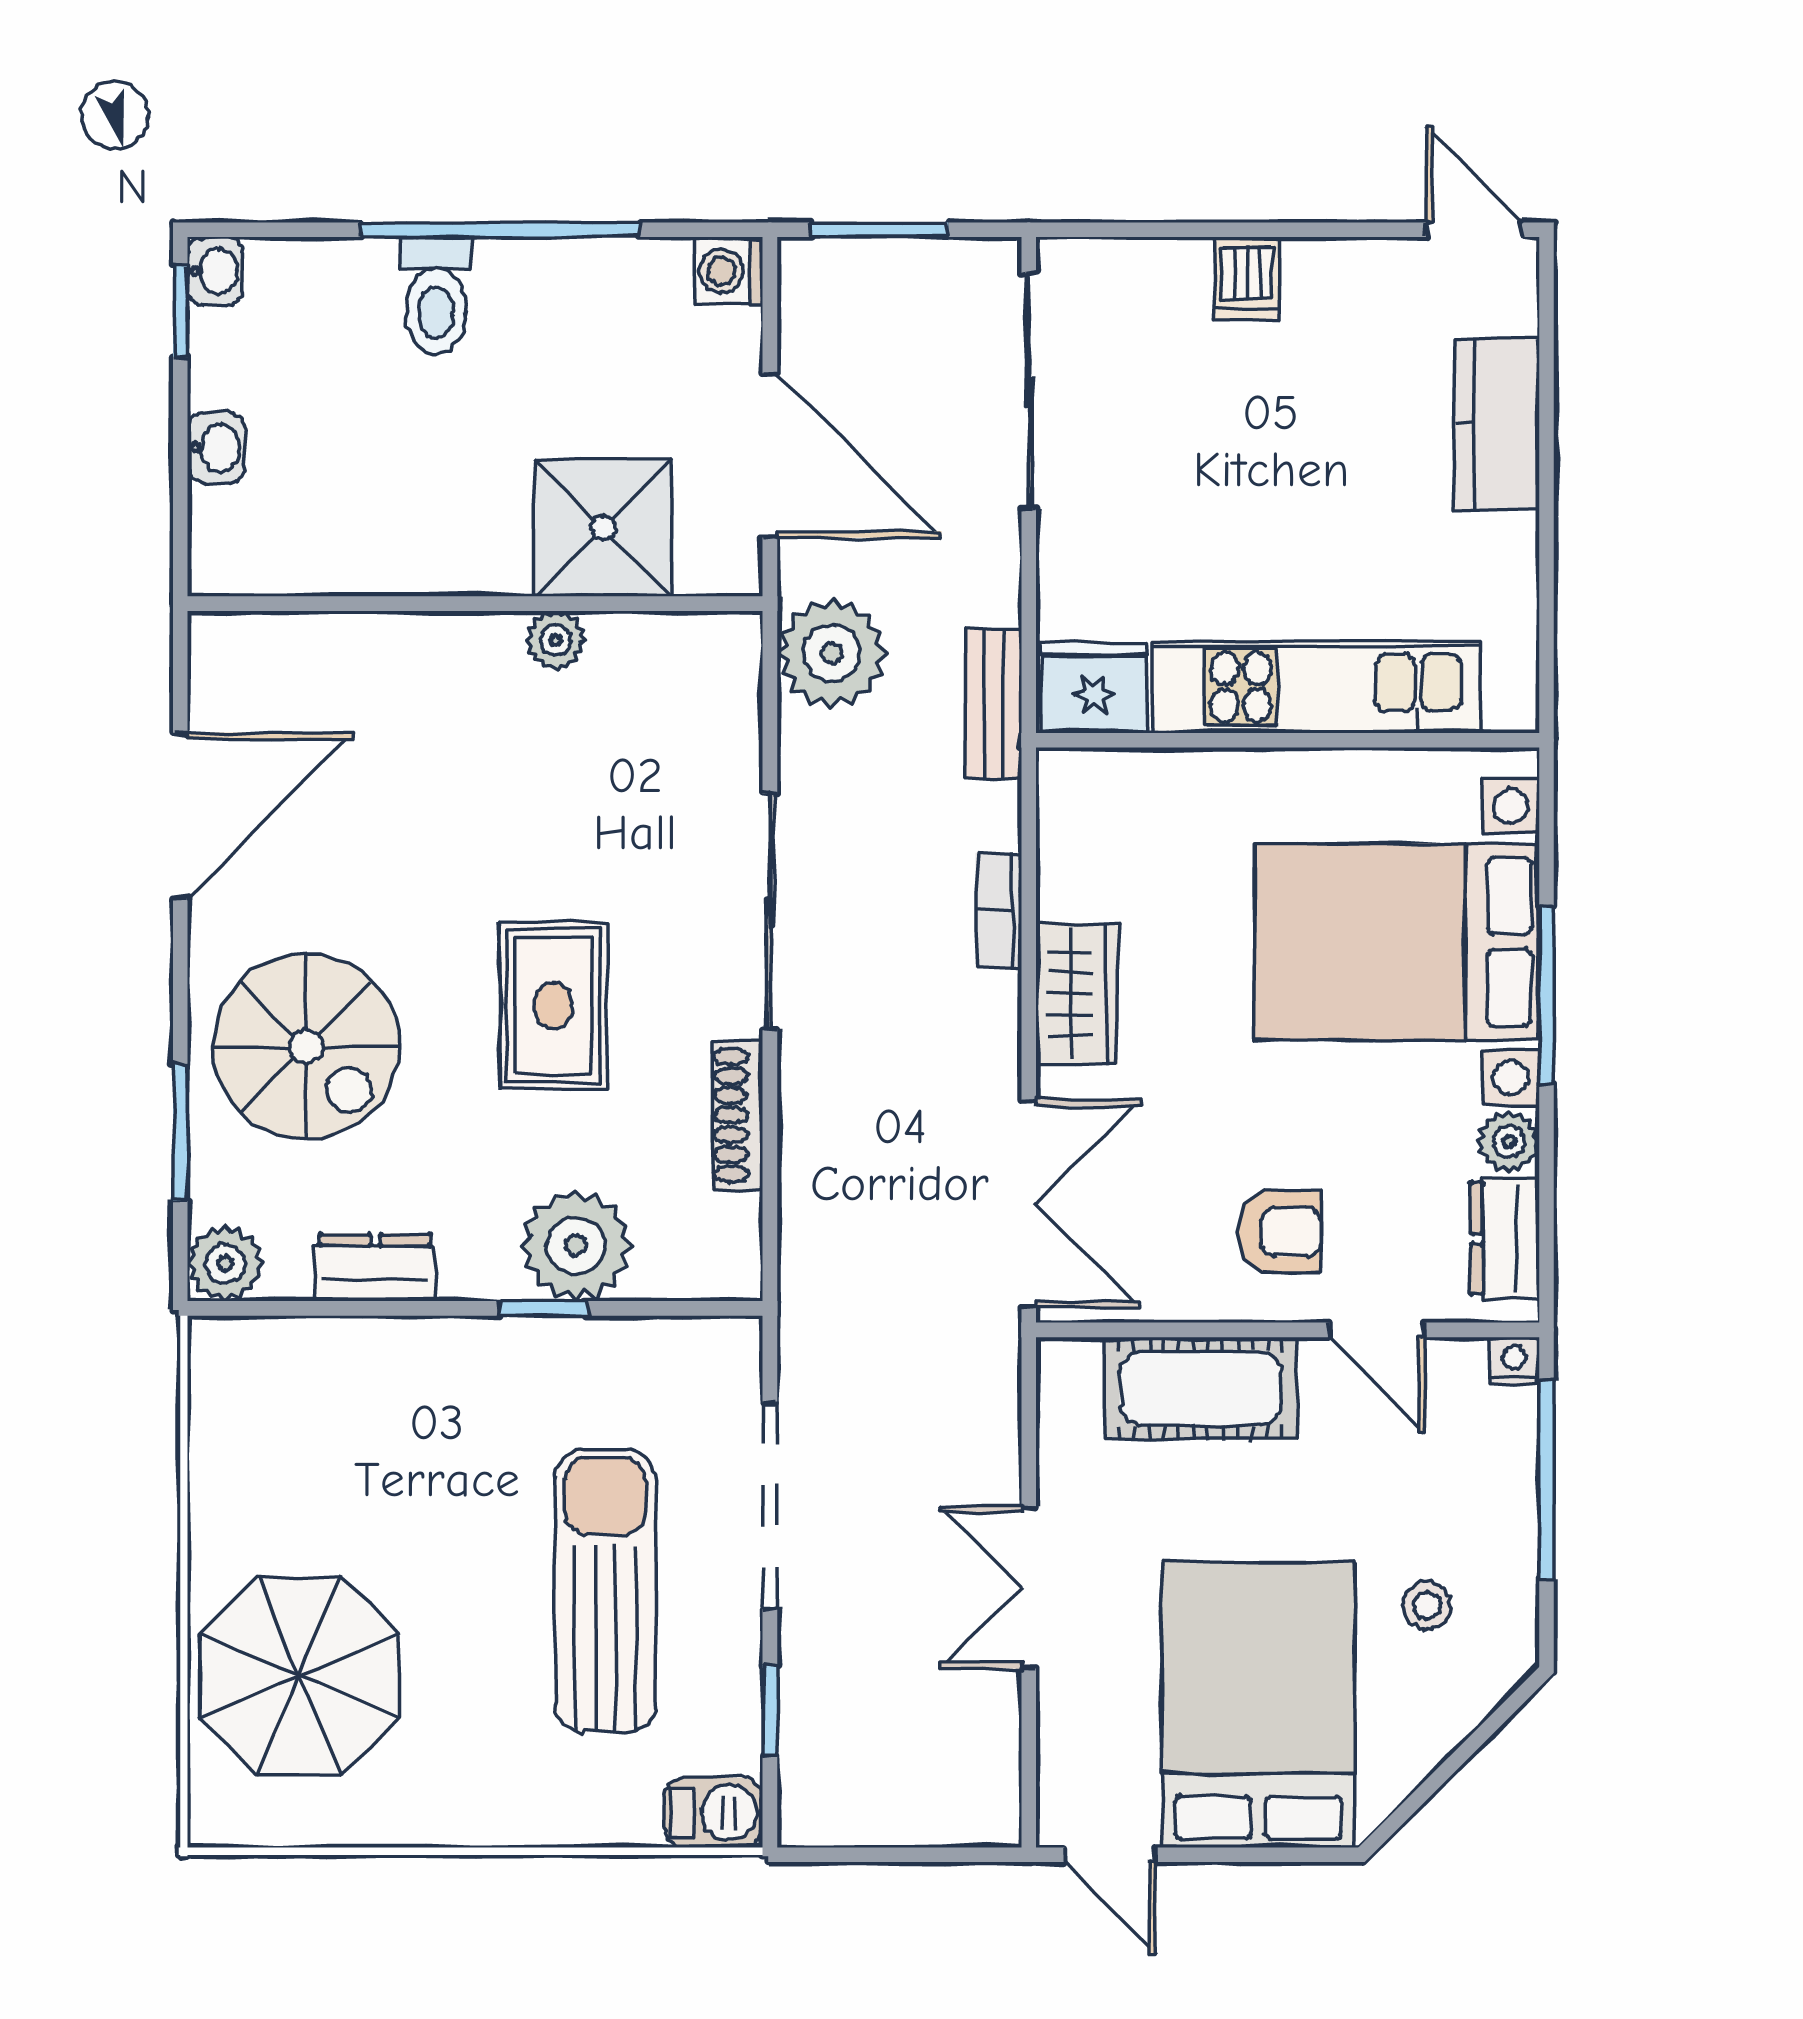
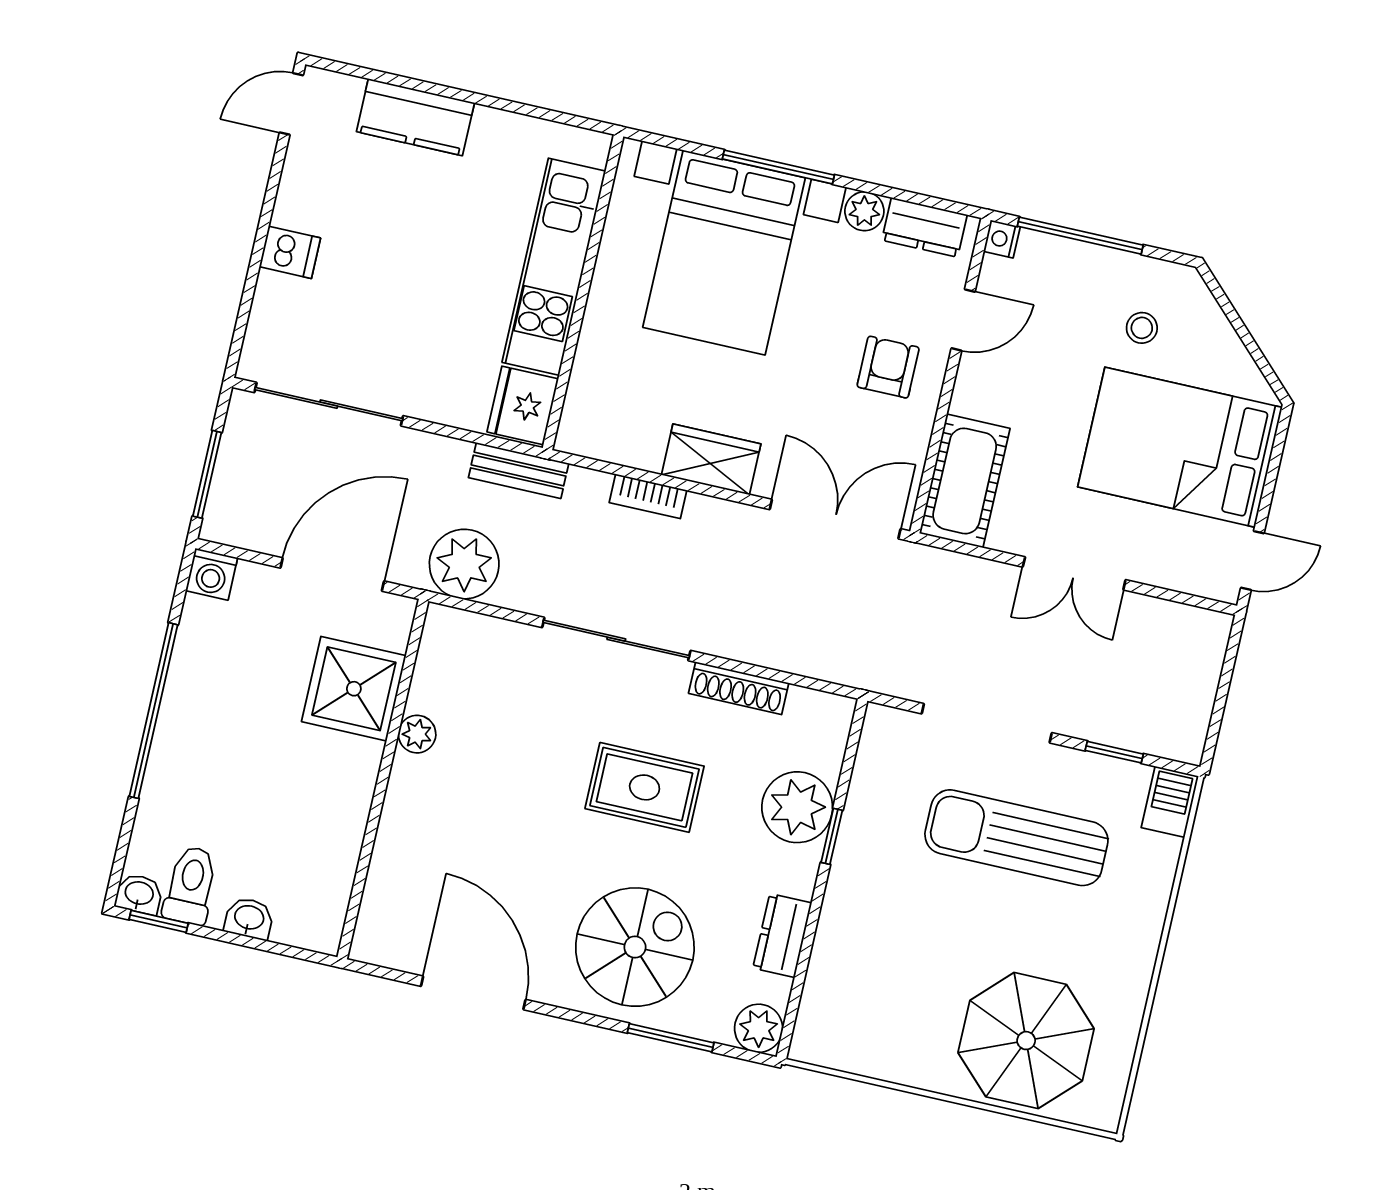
toilet: (436, 296) -> (191, 885), moved, turned -90
cot: (1200, 1388) -> (965, 481), moved

